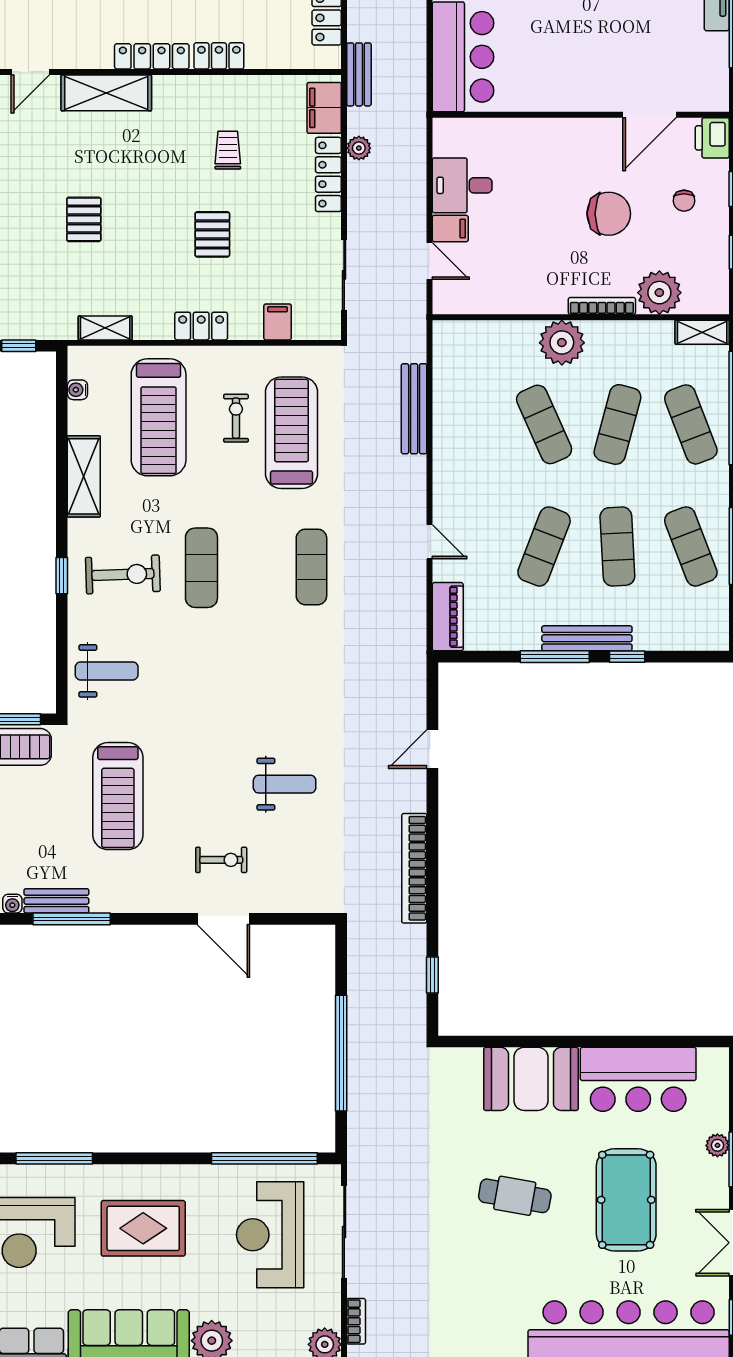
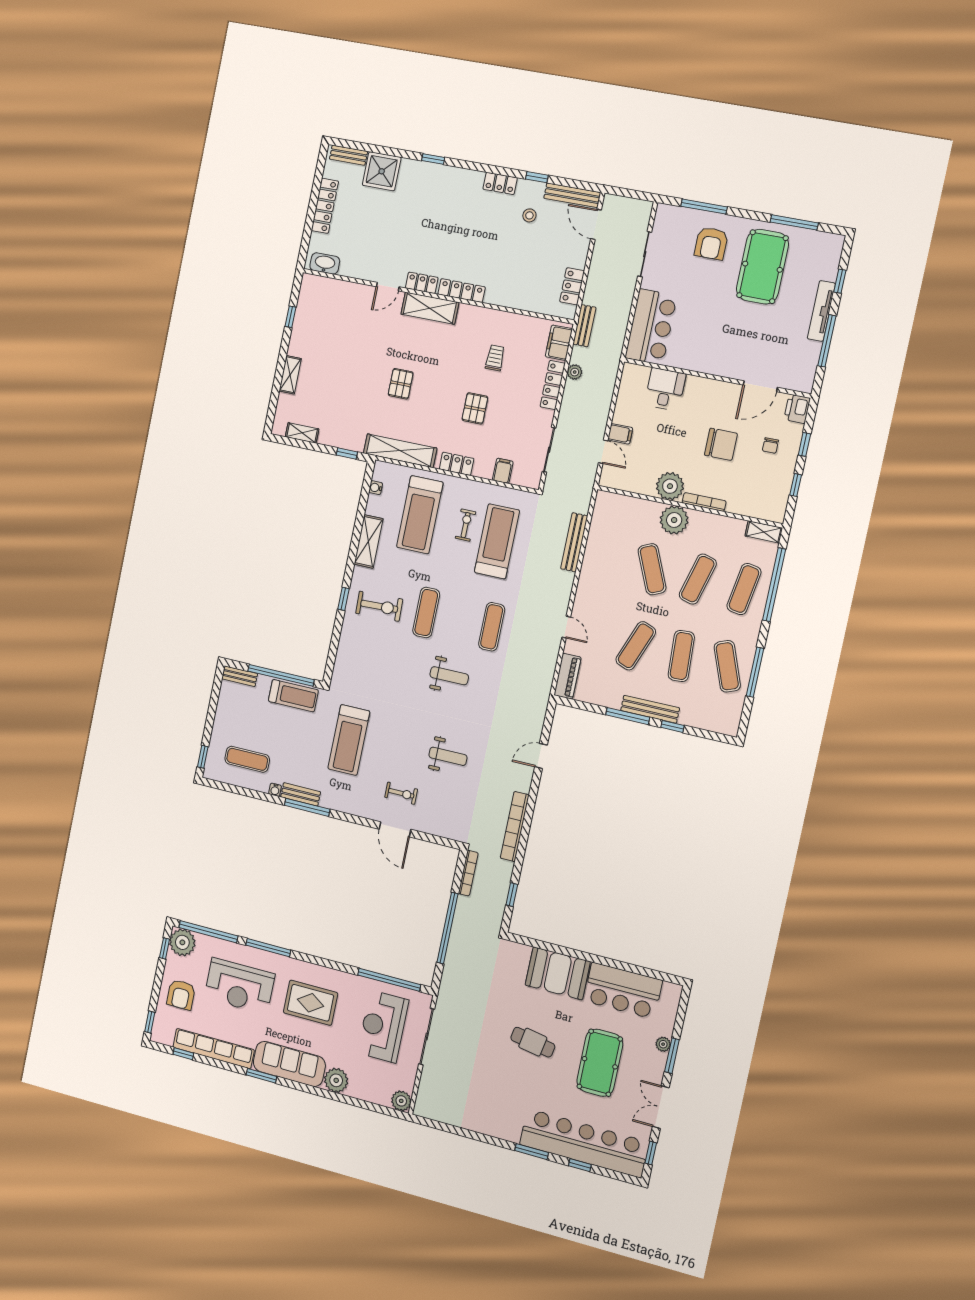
locker: (219, 56) -> (422, 283), moved
desk: (462, 185) -> (665, 389), moved, turned 90
plant: (659, 293) -> (670, 486), moved
shelving: (105, 328) -> (400, 451), width x2.20, depth x1.33
exercise mat: (691, 424) -> (744, 589), turned 30
weight bench: (107, 671) -> (449, 676), moved
bookcase: (356, 1321) -> (468, 873), moved, width x1.56

